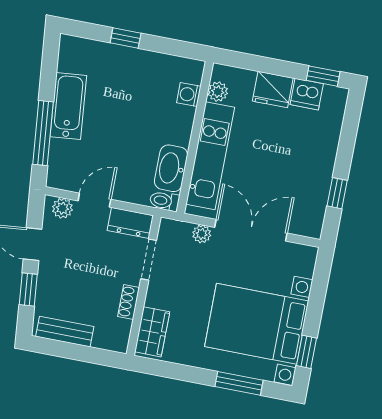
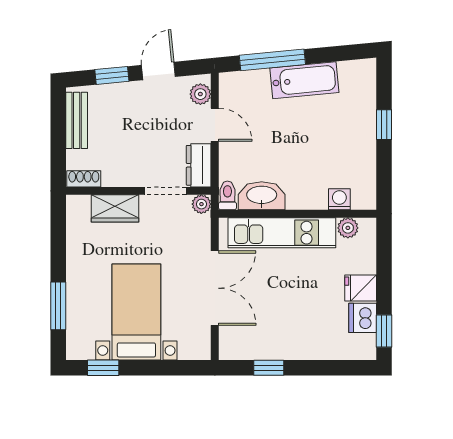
fridge: (273, 90) -> (361, 288), width x0.72
plant: (202, 234) -> (201, 204), moved
shoe rack: (129, 302) -> (84, 179), moved
bed with nightstands: (257, 324) -> (136, 312), width x0.73
wardrobe: (152, 332) -> (115, 208), moved

